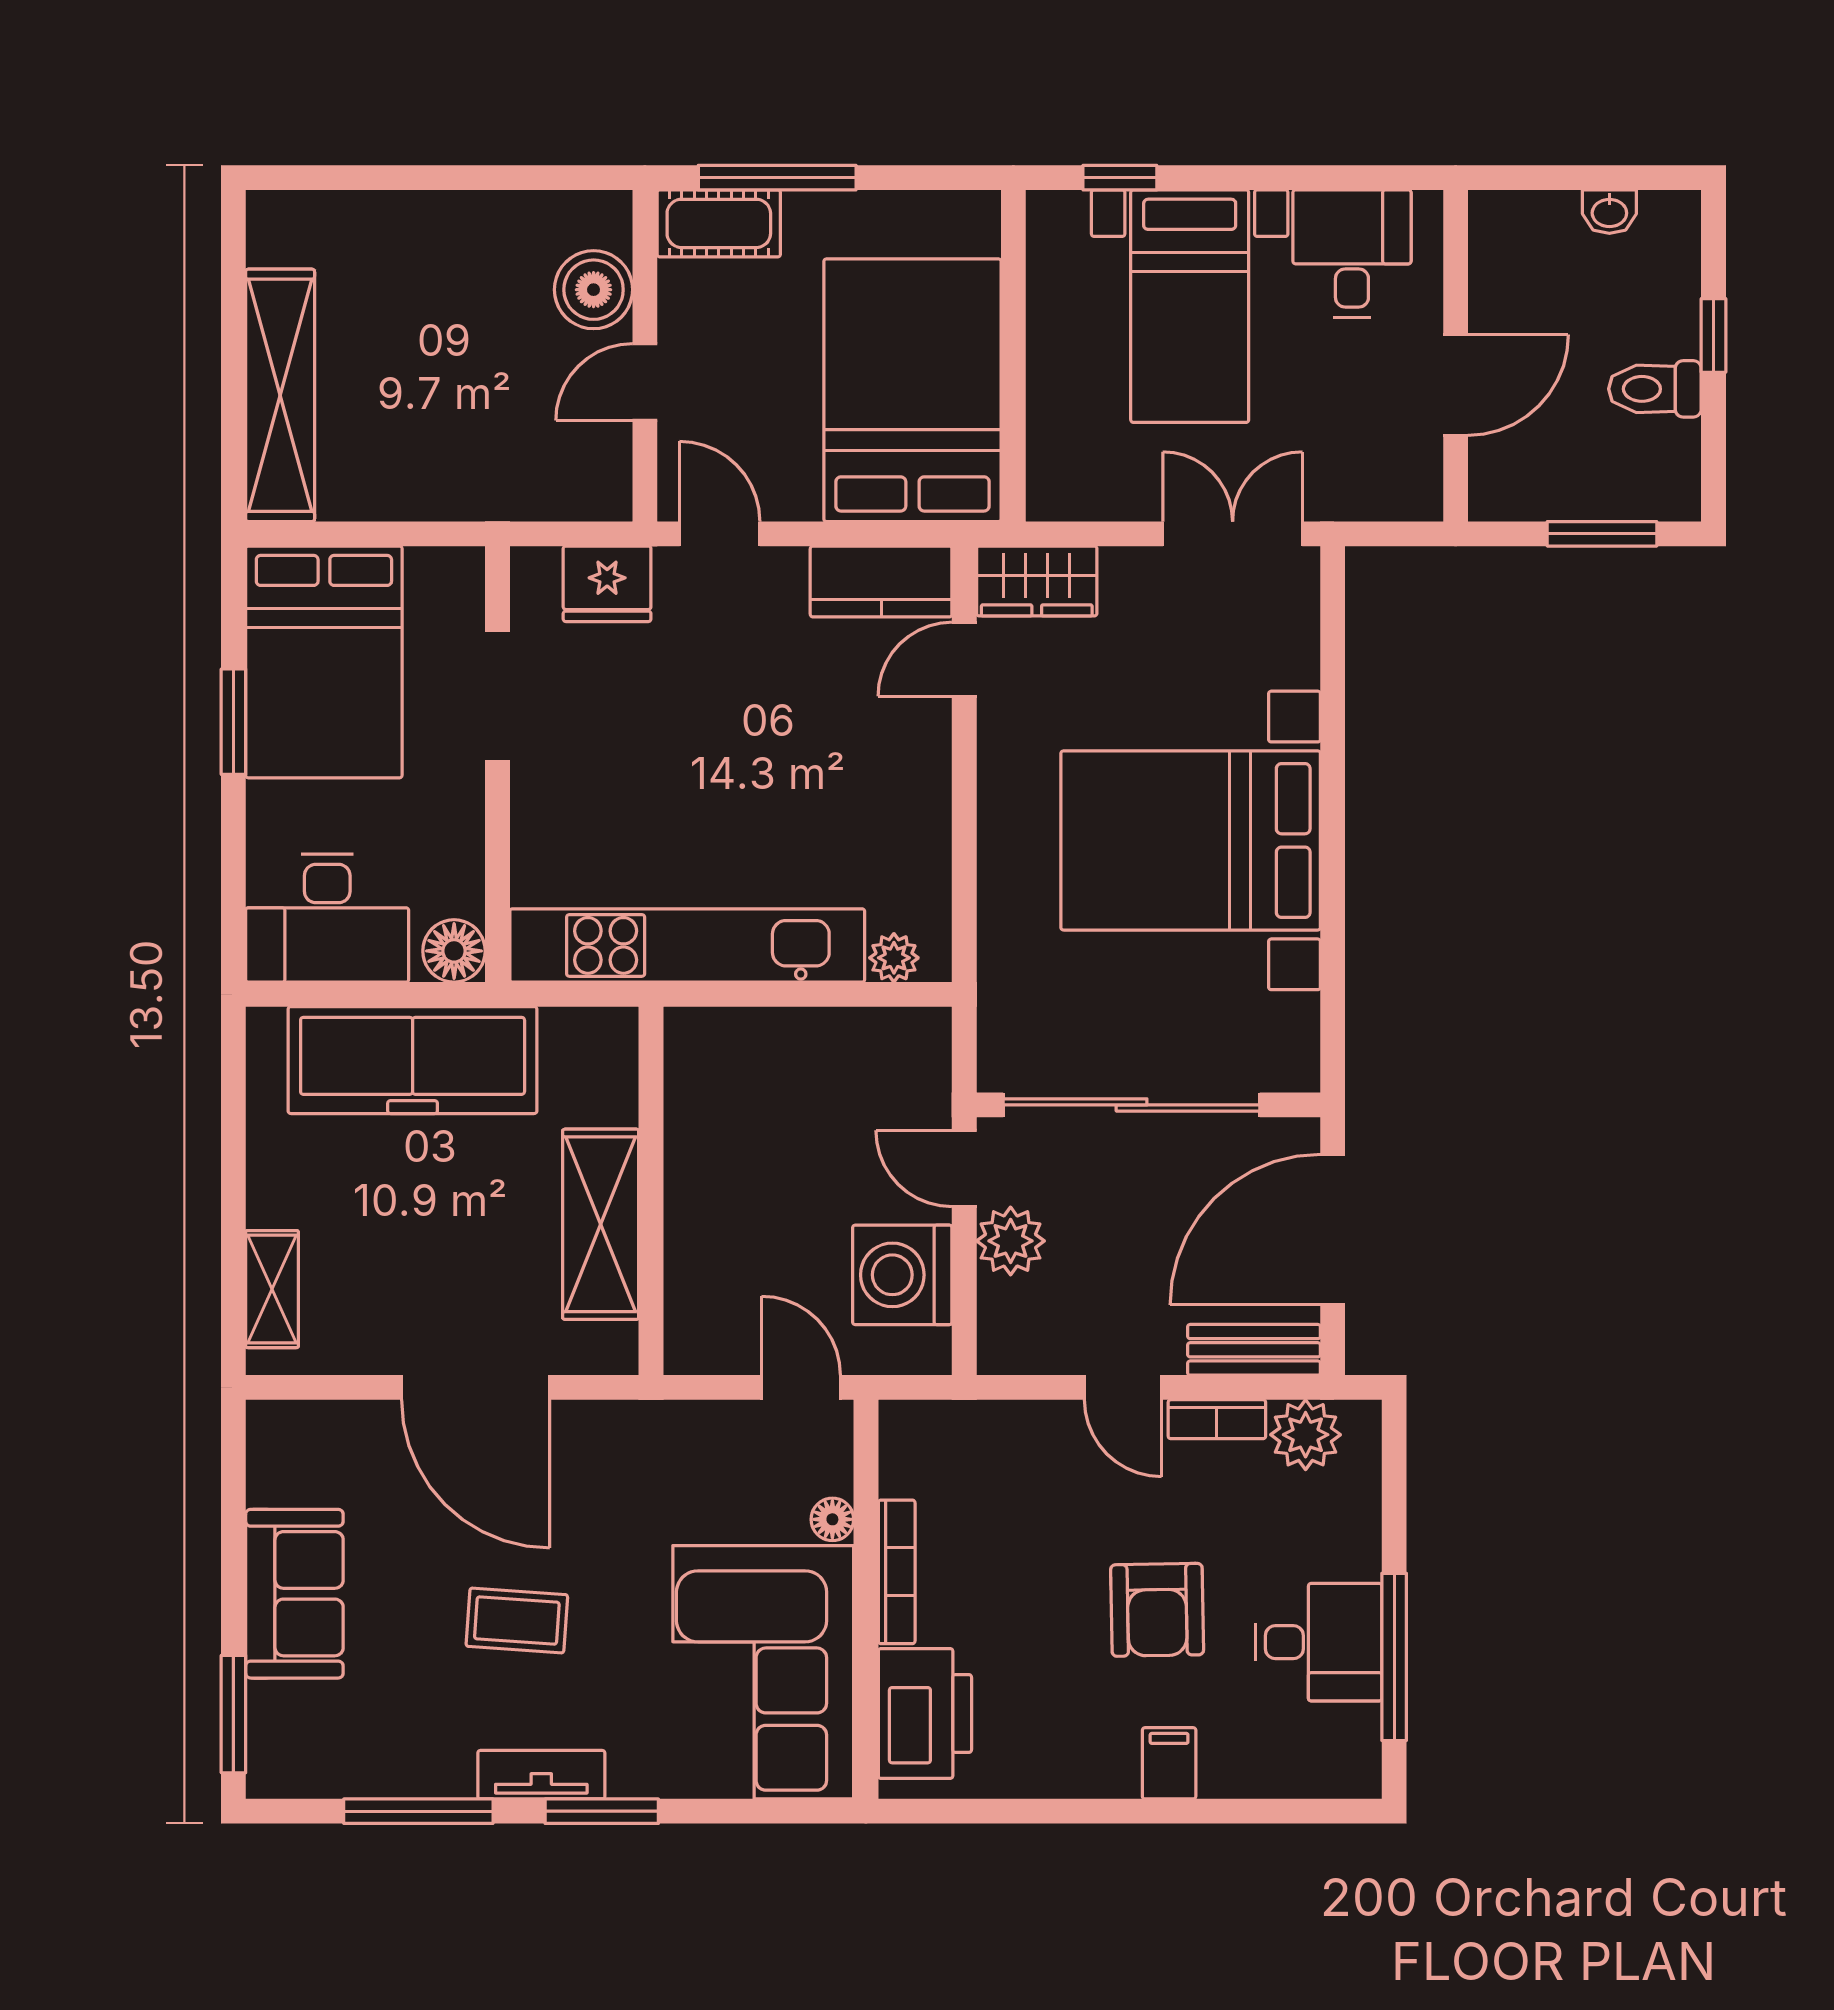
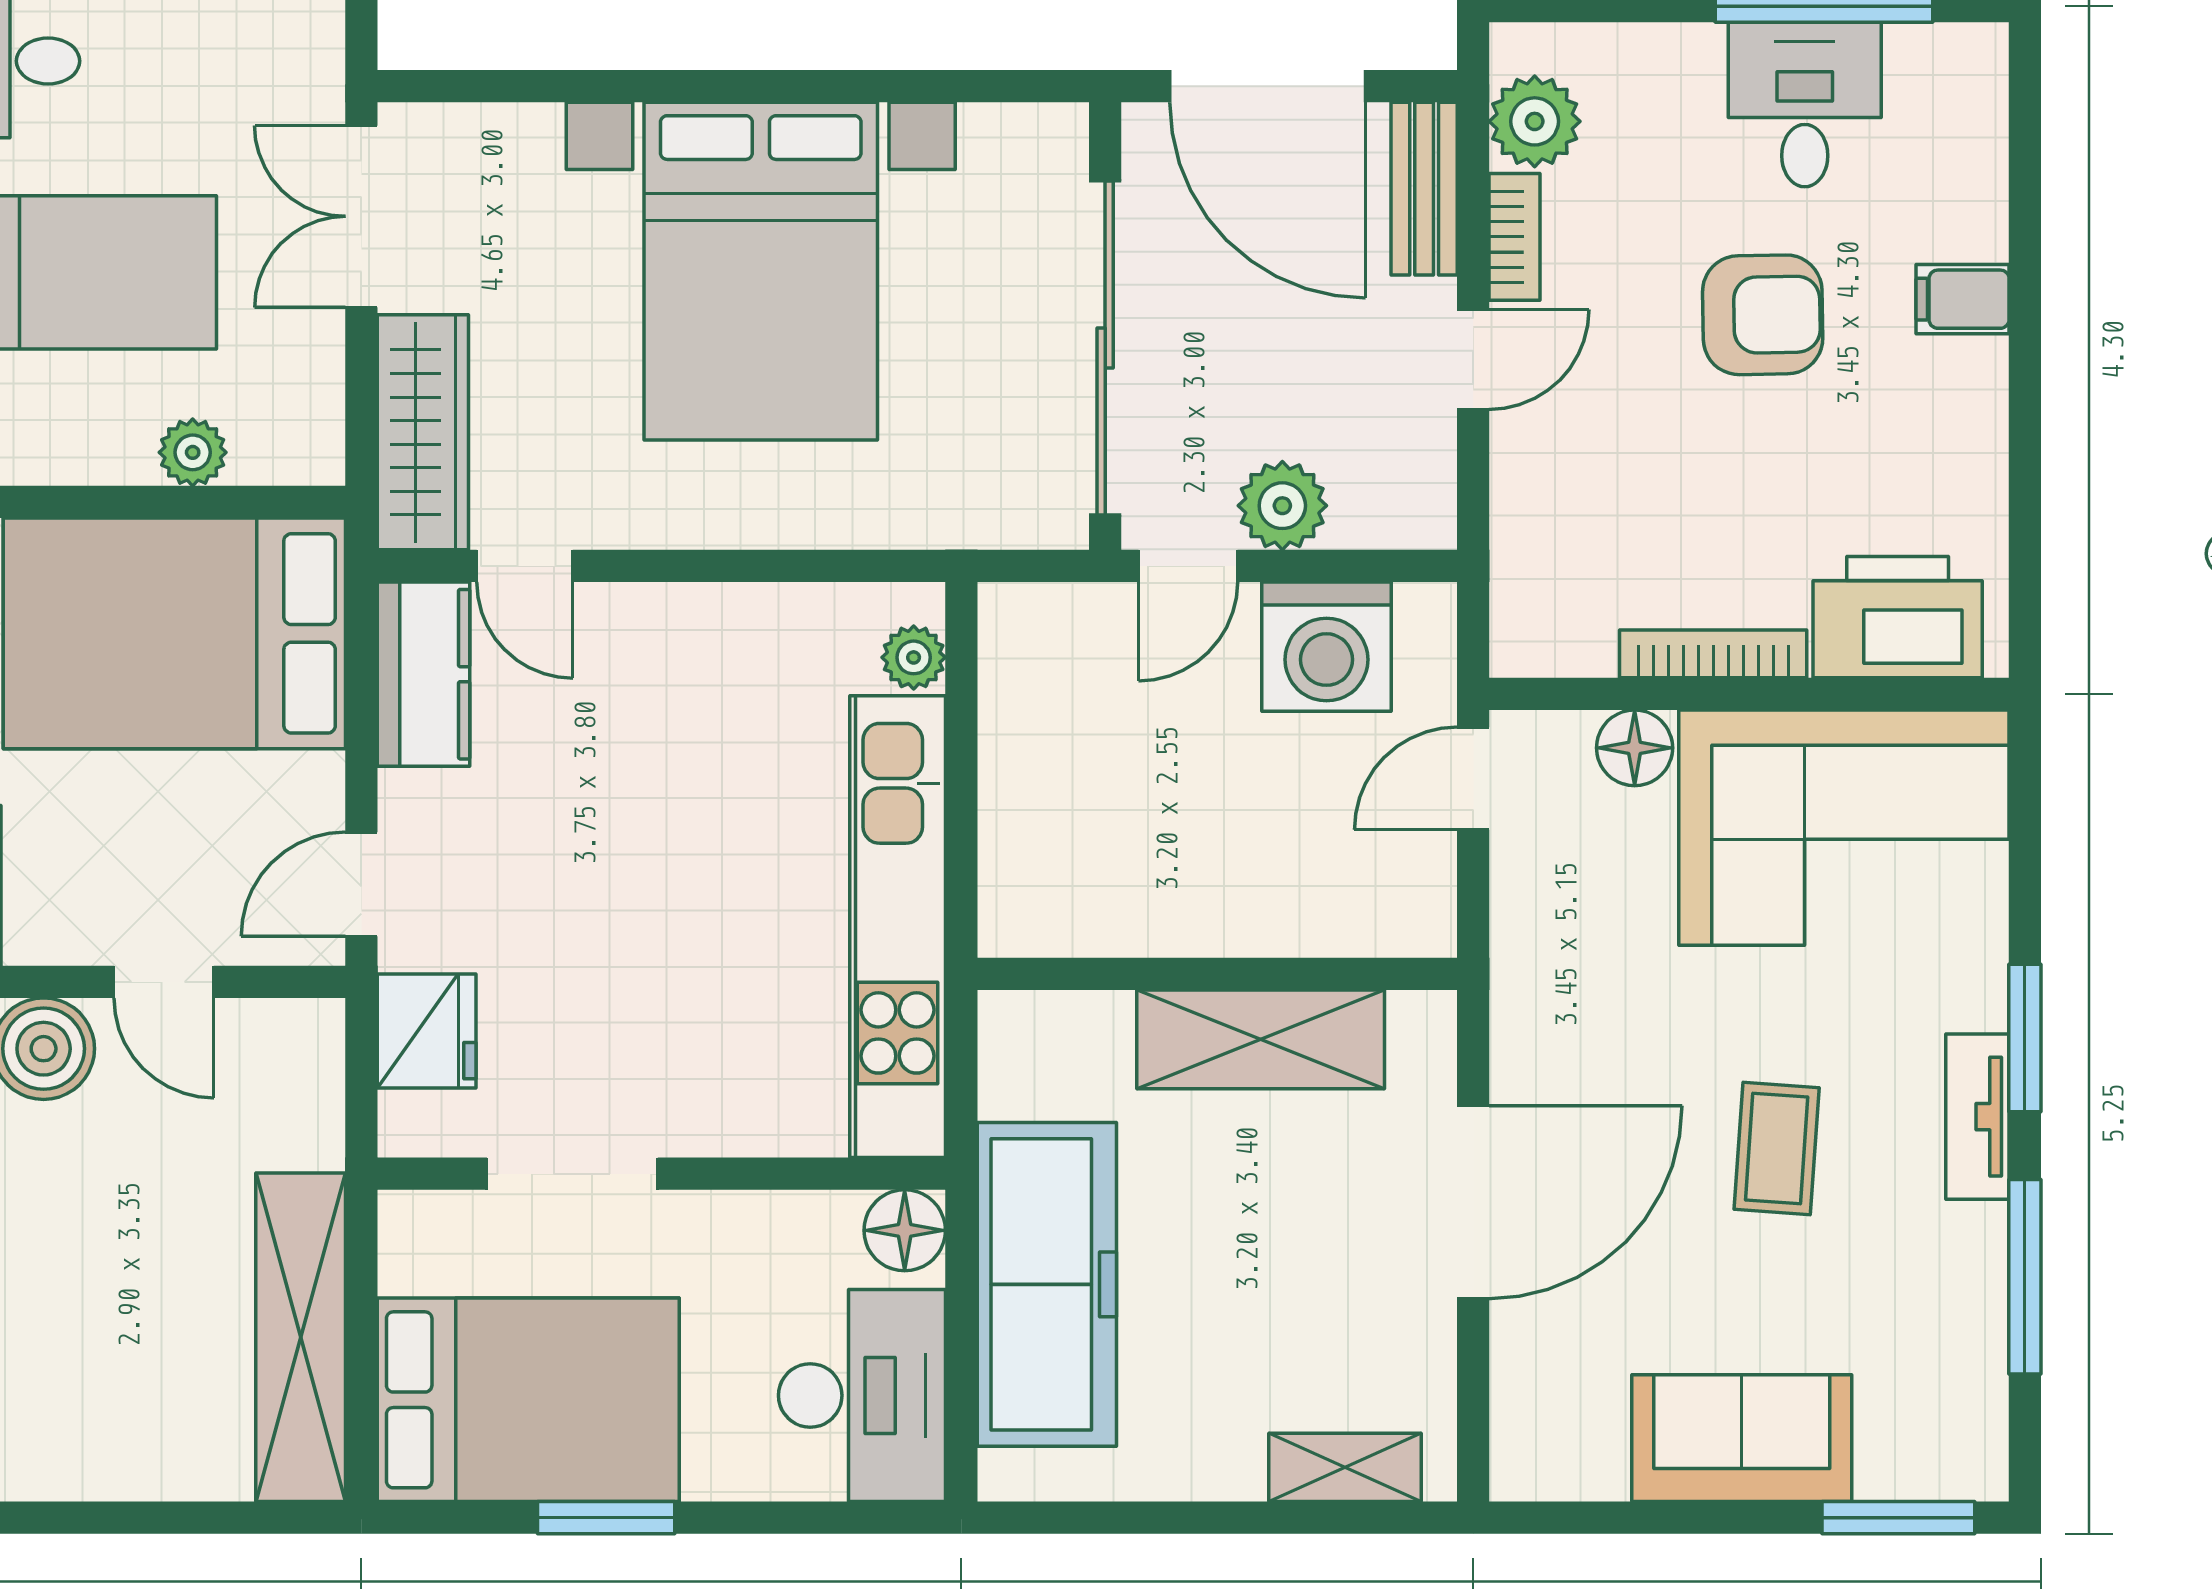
shelving: (280, 395) -> (301, 1337), moved, turned 90
plant: (1051, 404) -> (193, 452), added
wardrobe: (1037, 581) -> (423, 432), width x1.50
floor lamp: (832, 1519) -> (1635, 748), width x1.37, depth x1.37

